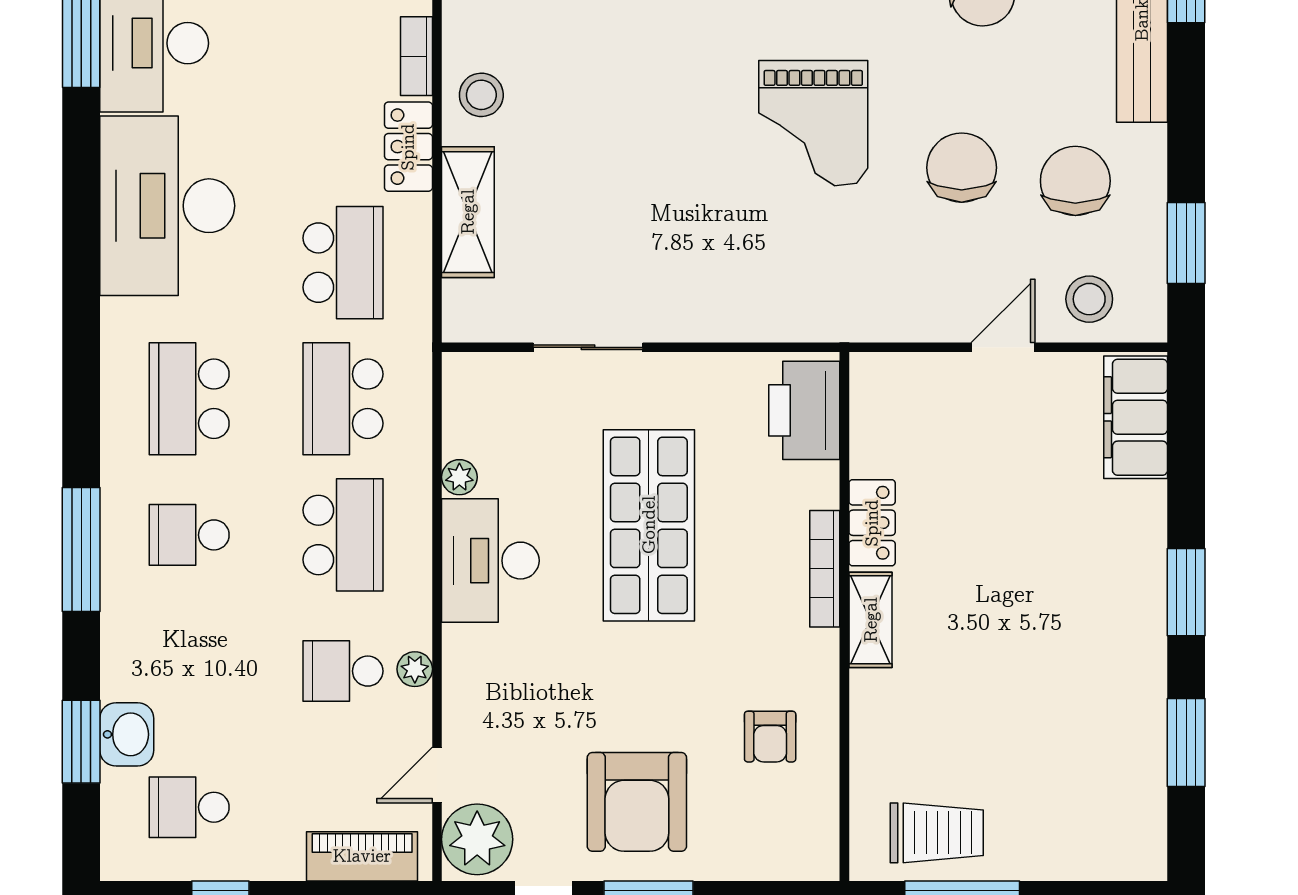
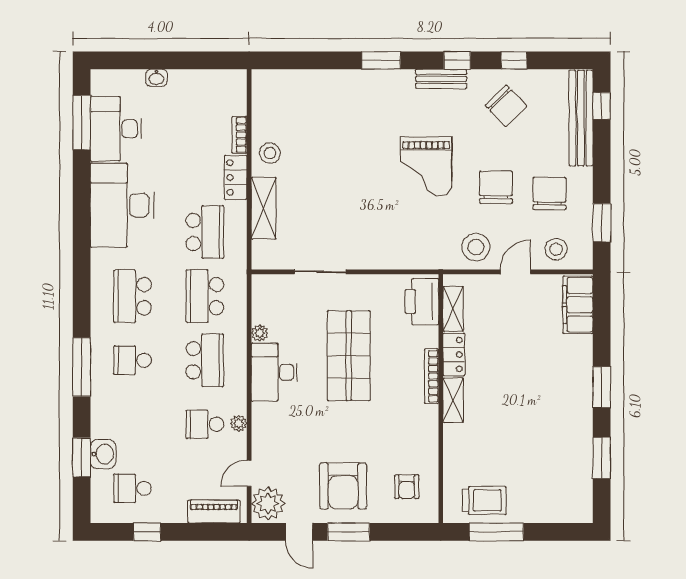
stool: (919, 295) -> (476, 247), added
shelving: (870, 426) -> (453, 309), added
armchair: (770, 737) -> (407, 487), moved

